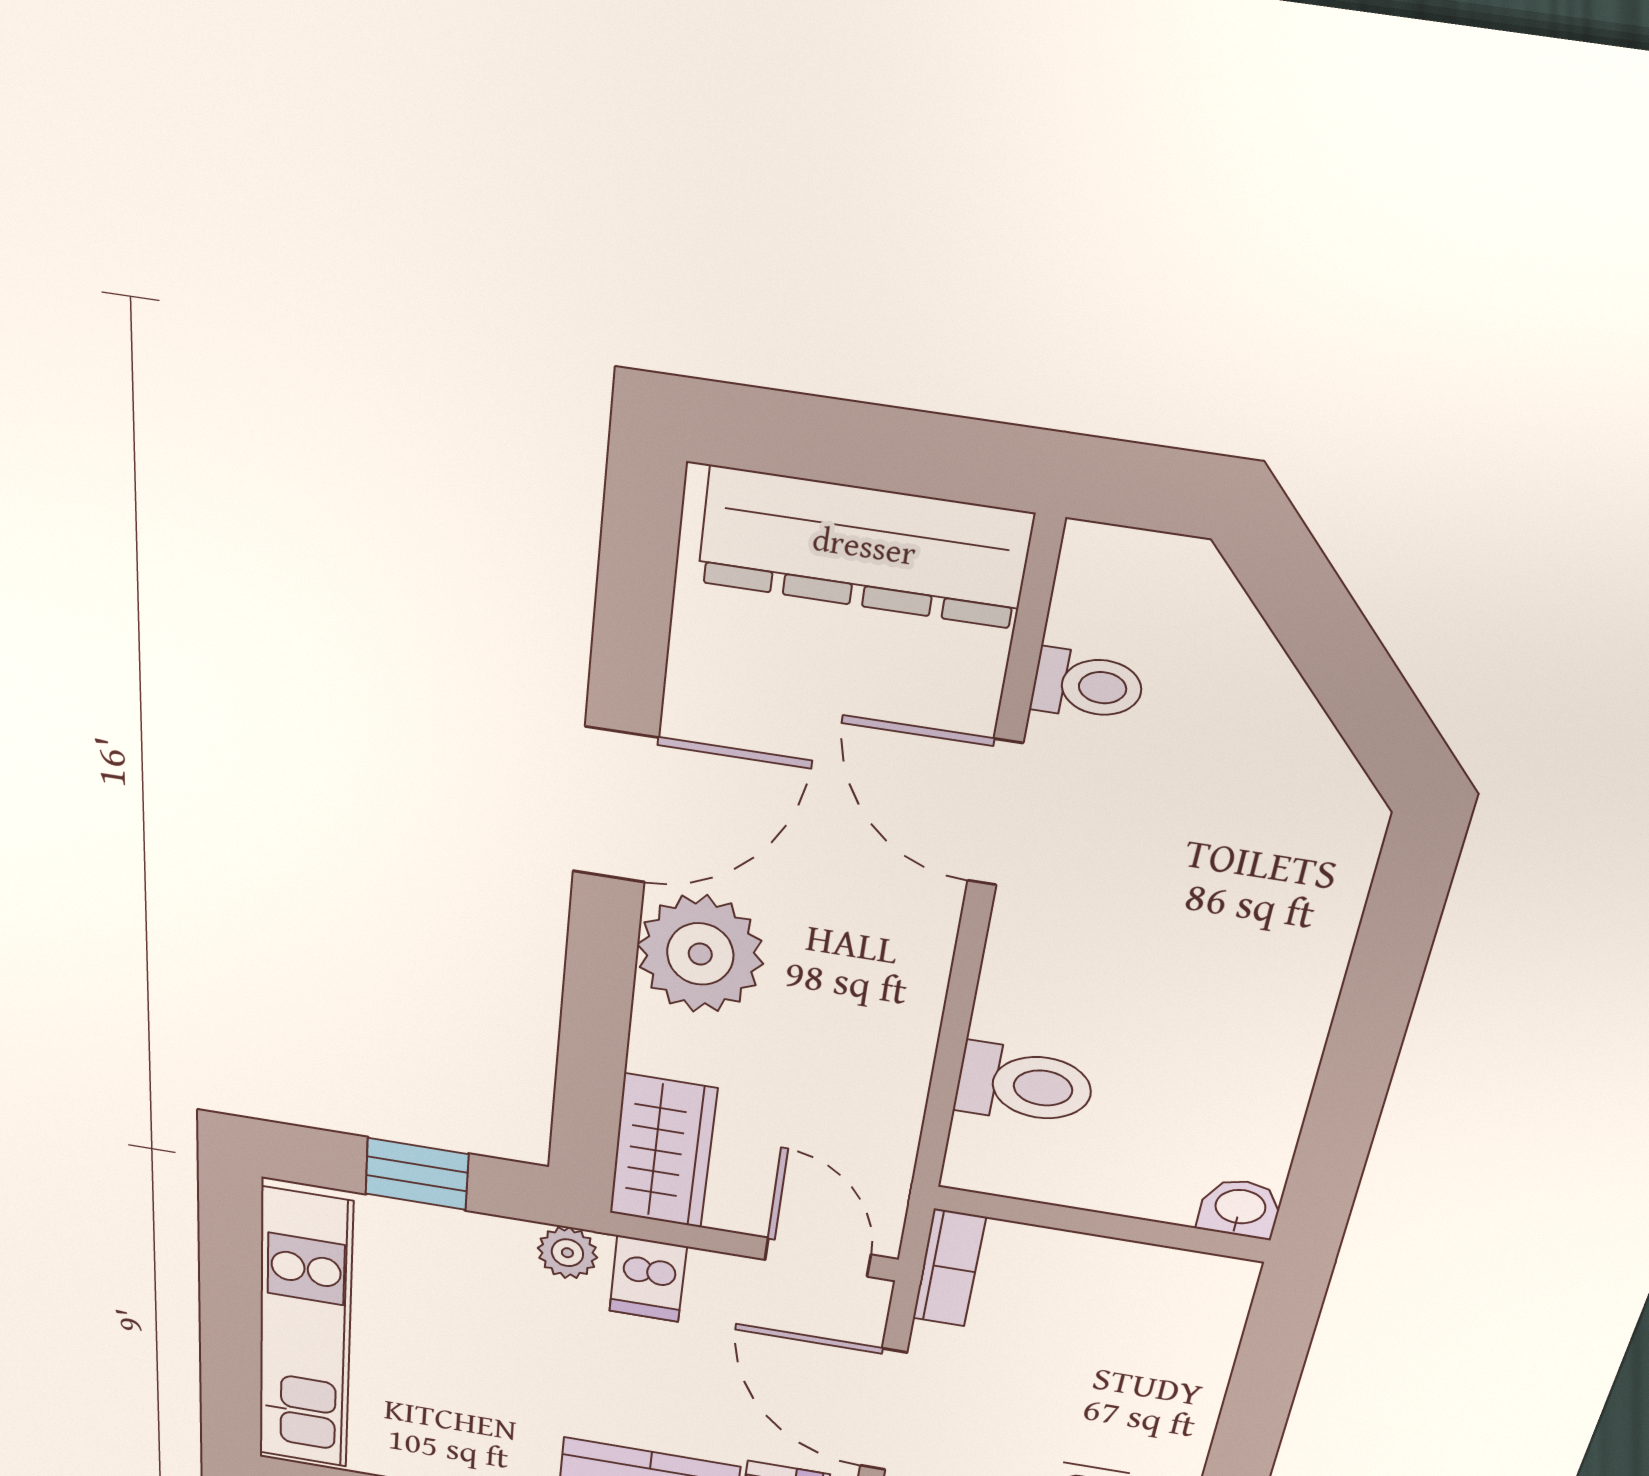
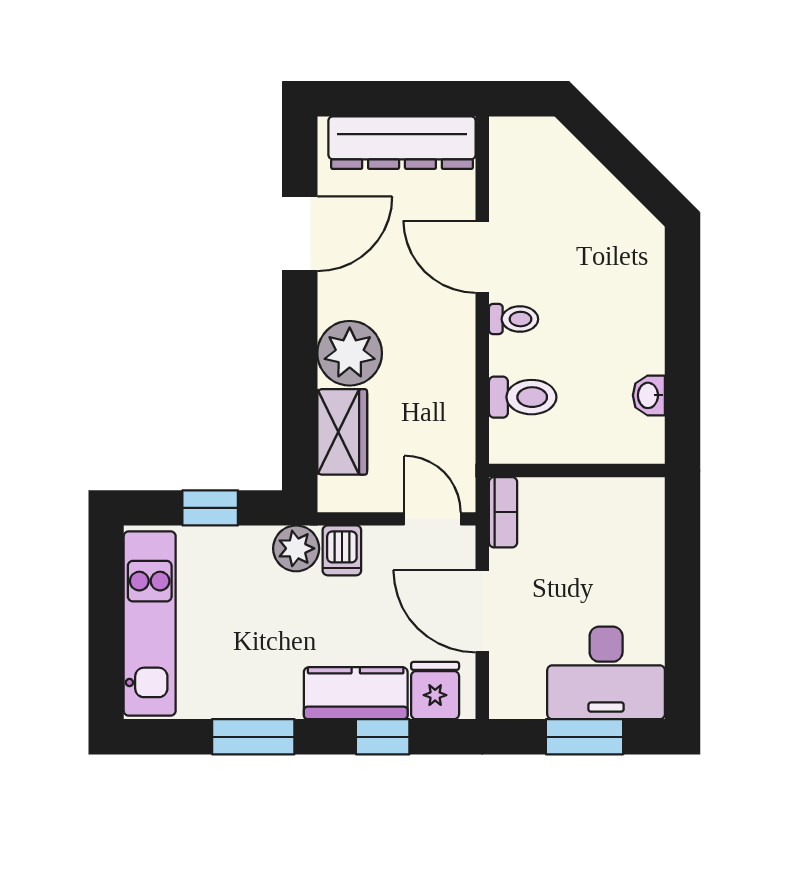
toilet: (1088, 685) -> (514, 319), moved
door: (615, 805) -> (300, 234), moved
wardrobe: (663, 1151) -> (342, 432), moved
washbasin: (1240, 1208) -> (649, 395), moved, turned -90
plant: (567, 1253) -> (296, 548), width x1.38, depth x1.38

